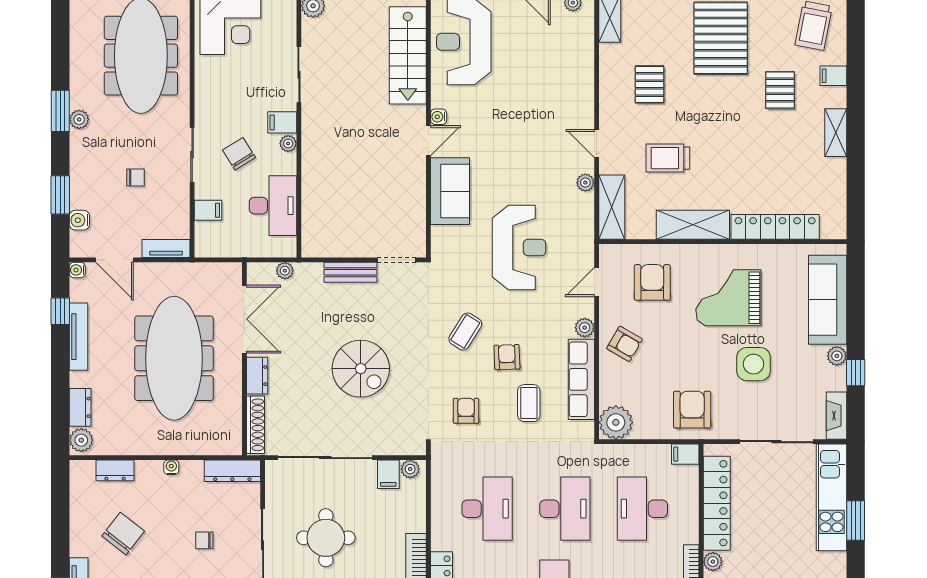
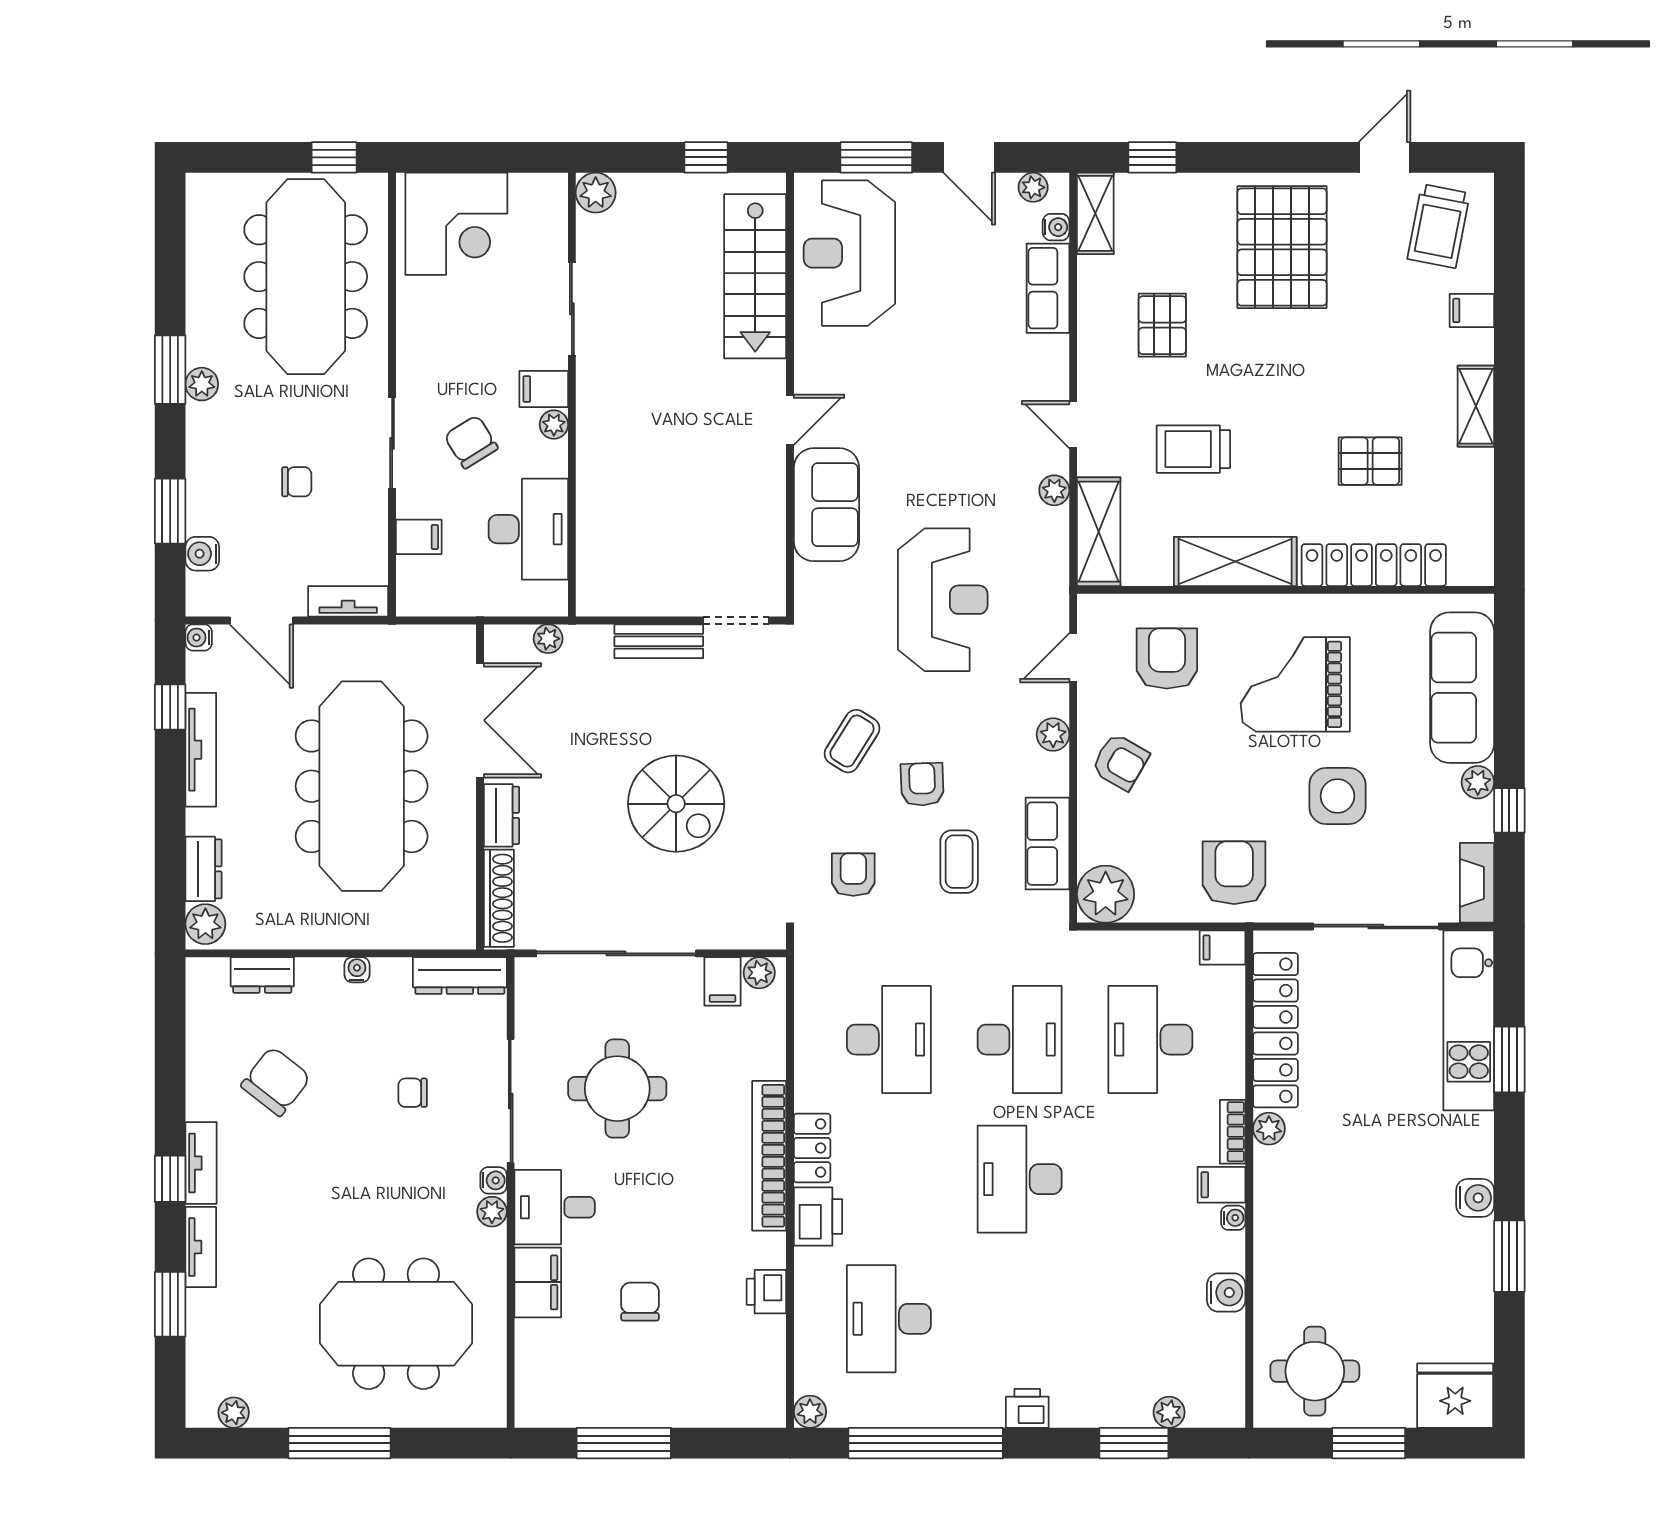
row of seats: (582, 63) -> (1048, 288), added
pallet: (780, 90) -> (1370, 461), moved, turned 90
water cooler: (439, 117) -> (1056, 227), moved, turned 180
row of seats: (581, 379) -> (1047, 844), width x0.68

